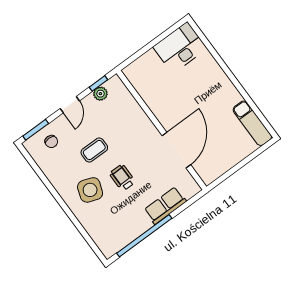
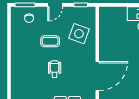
plant: (100, 94) -> (78, 12), removed
side table: (90, 190) -> (79, 34), moved

